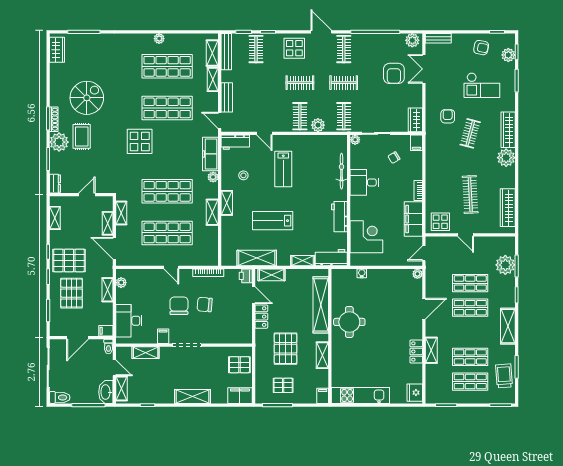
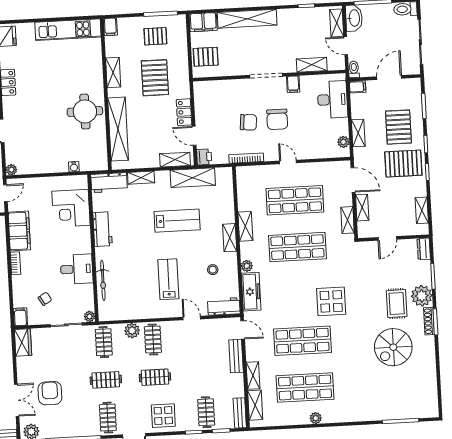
wardrobe: (57, 50) -> (430, 399), removed
bench: (226, 52) -> (240, 413), width x0.73
shelving: (192, 397) -> (247, 19), width x1.47

